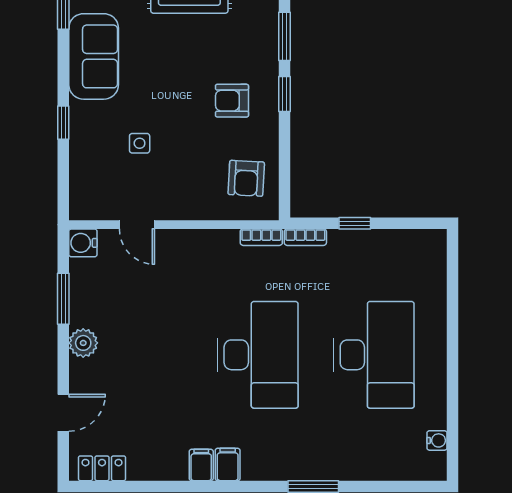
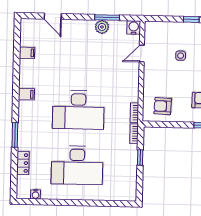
plant: (83, 343) -> (102, 27), moved
filing cabinet: (201, 465) -> (27, 53), moved
locker: (102, 468) -> (23, 163), moved

